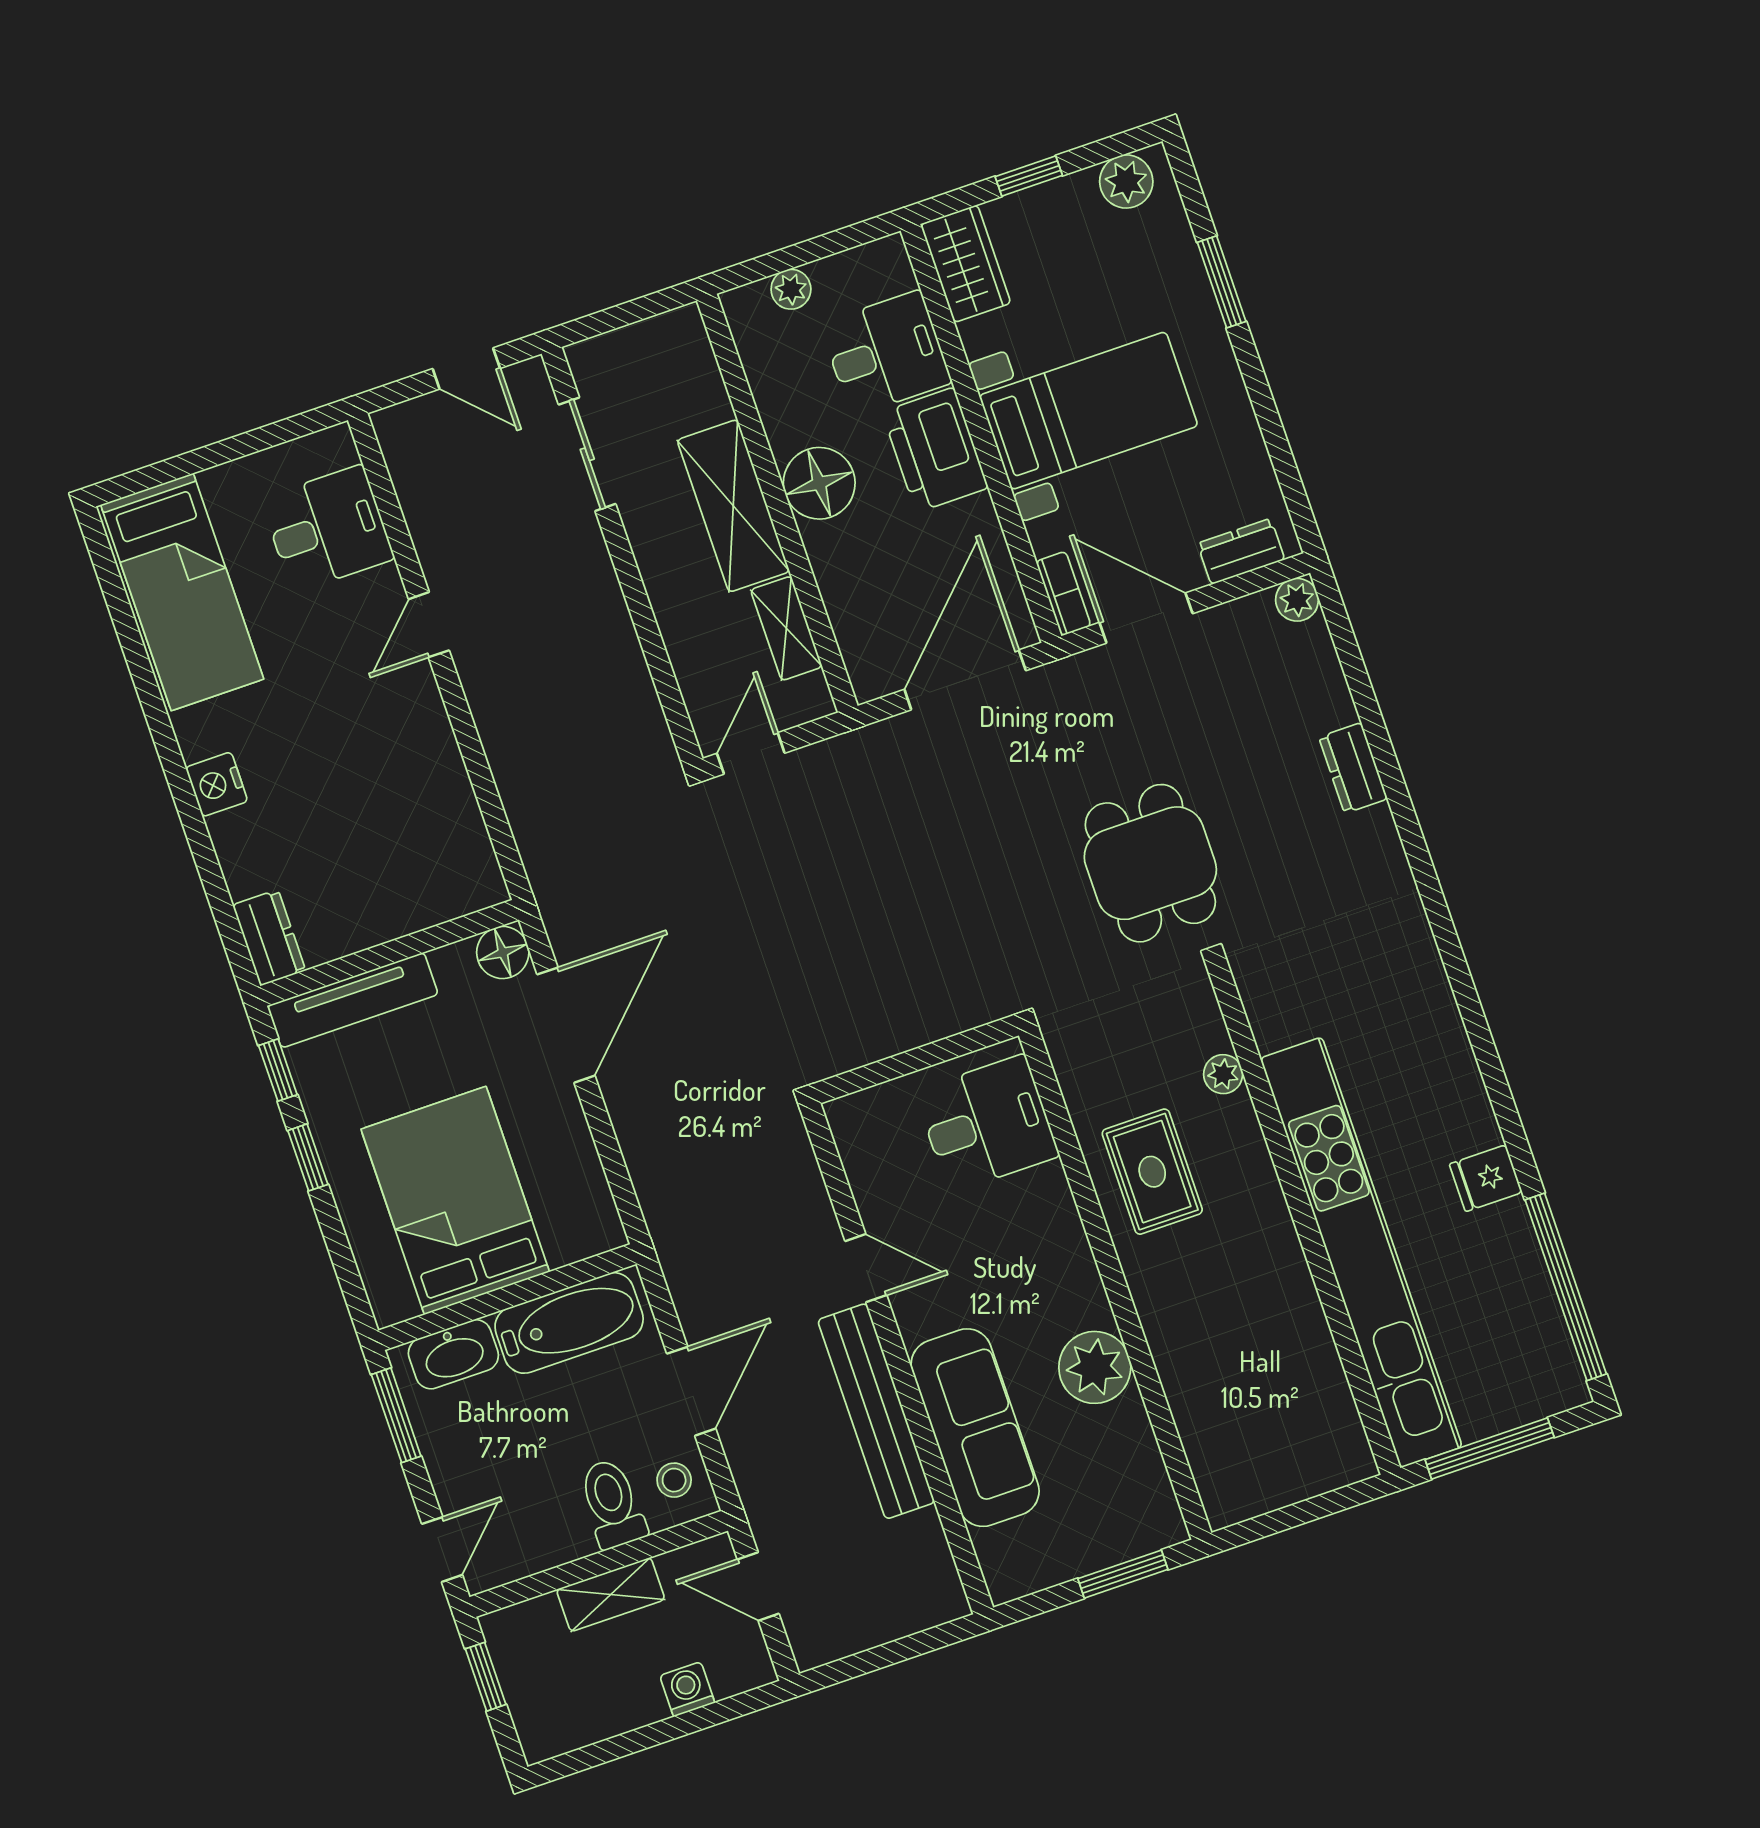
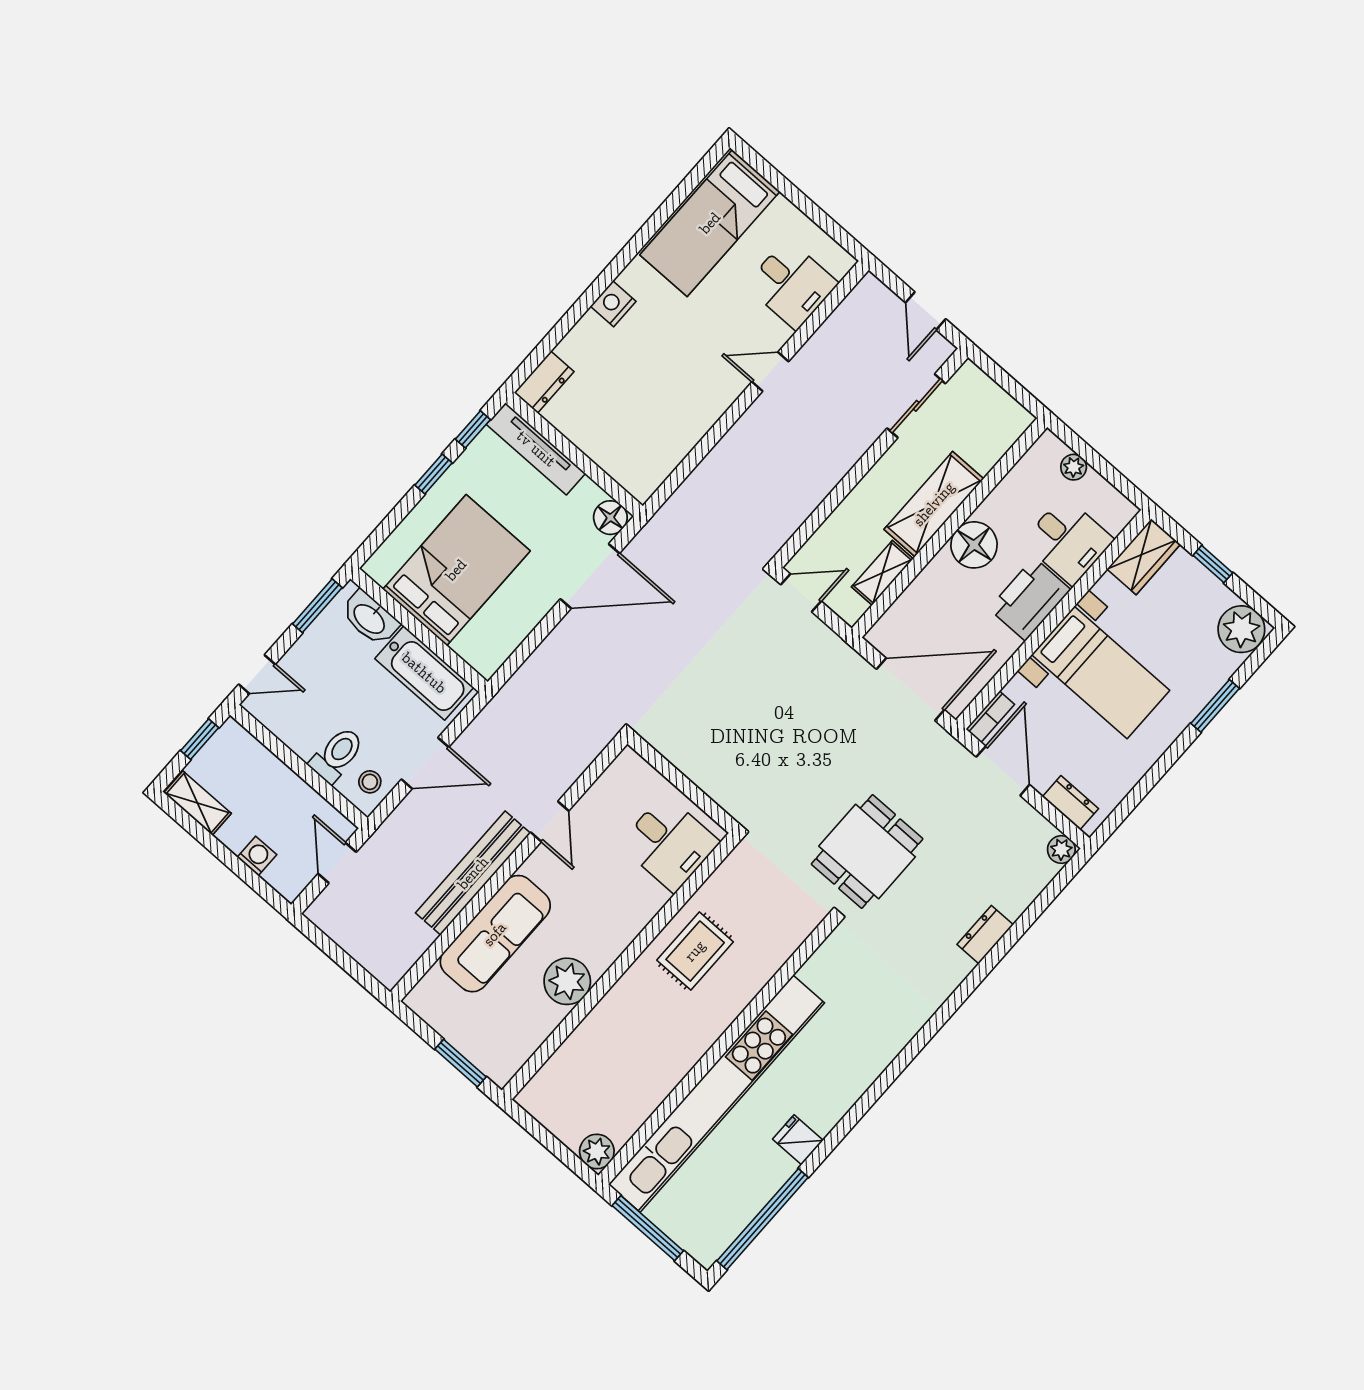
plant: (1126, 182) -> (1241, 629), width x1.36, depth x1.36
plant: (1223, 1074) -> (597, 1151), moved, width x1.38, depth x1.38
shelving: (611, 1594) -> (198, 803), moved

